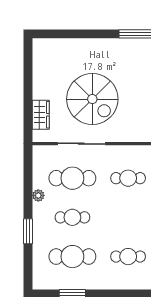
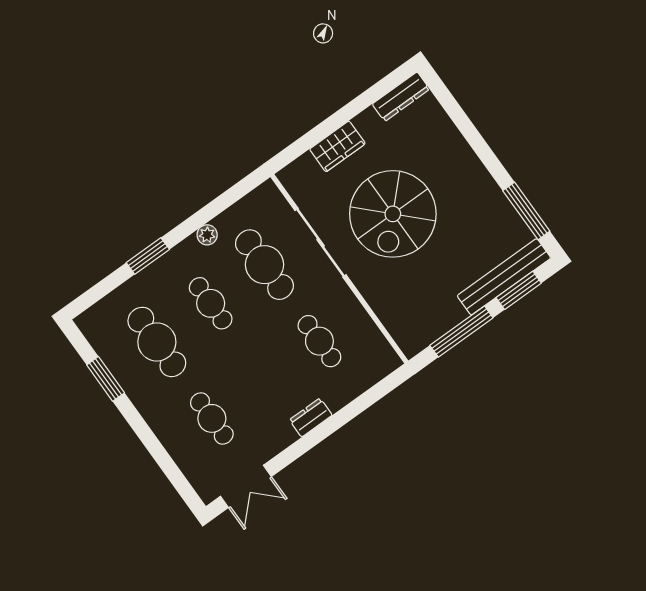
dresser: (39, 55) -> (401, 97), added
wardrobe: (41, 115) -> (337, 146), moved

